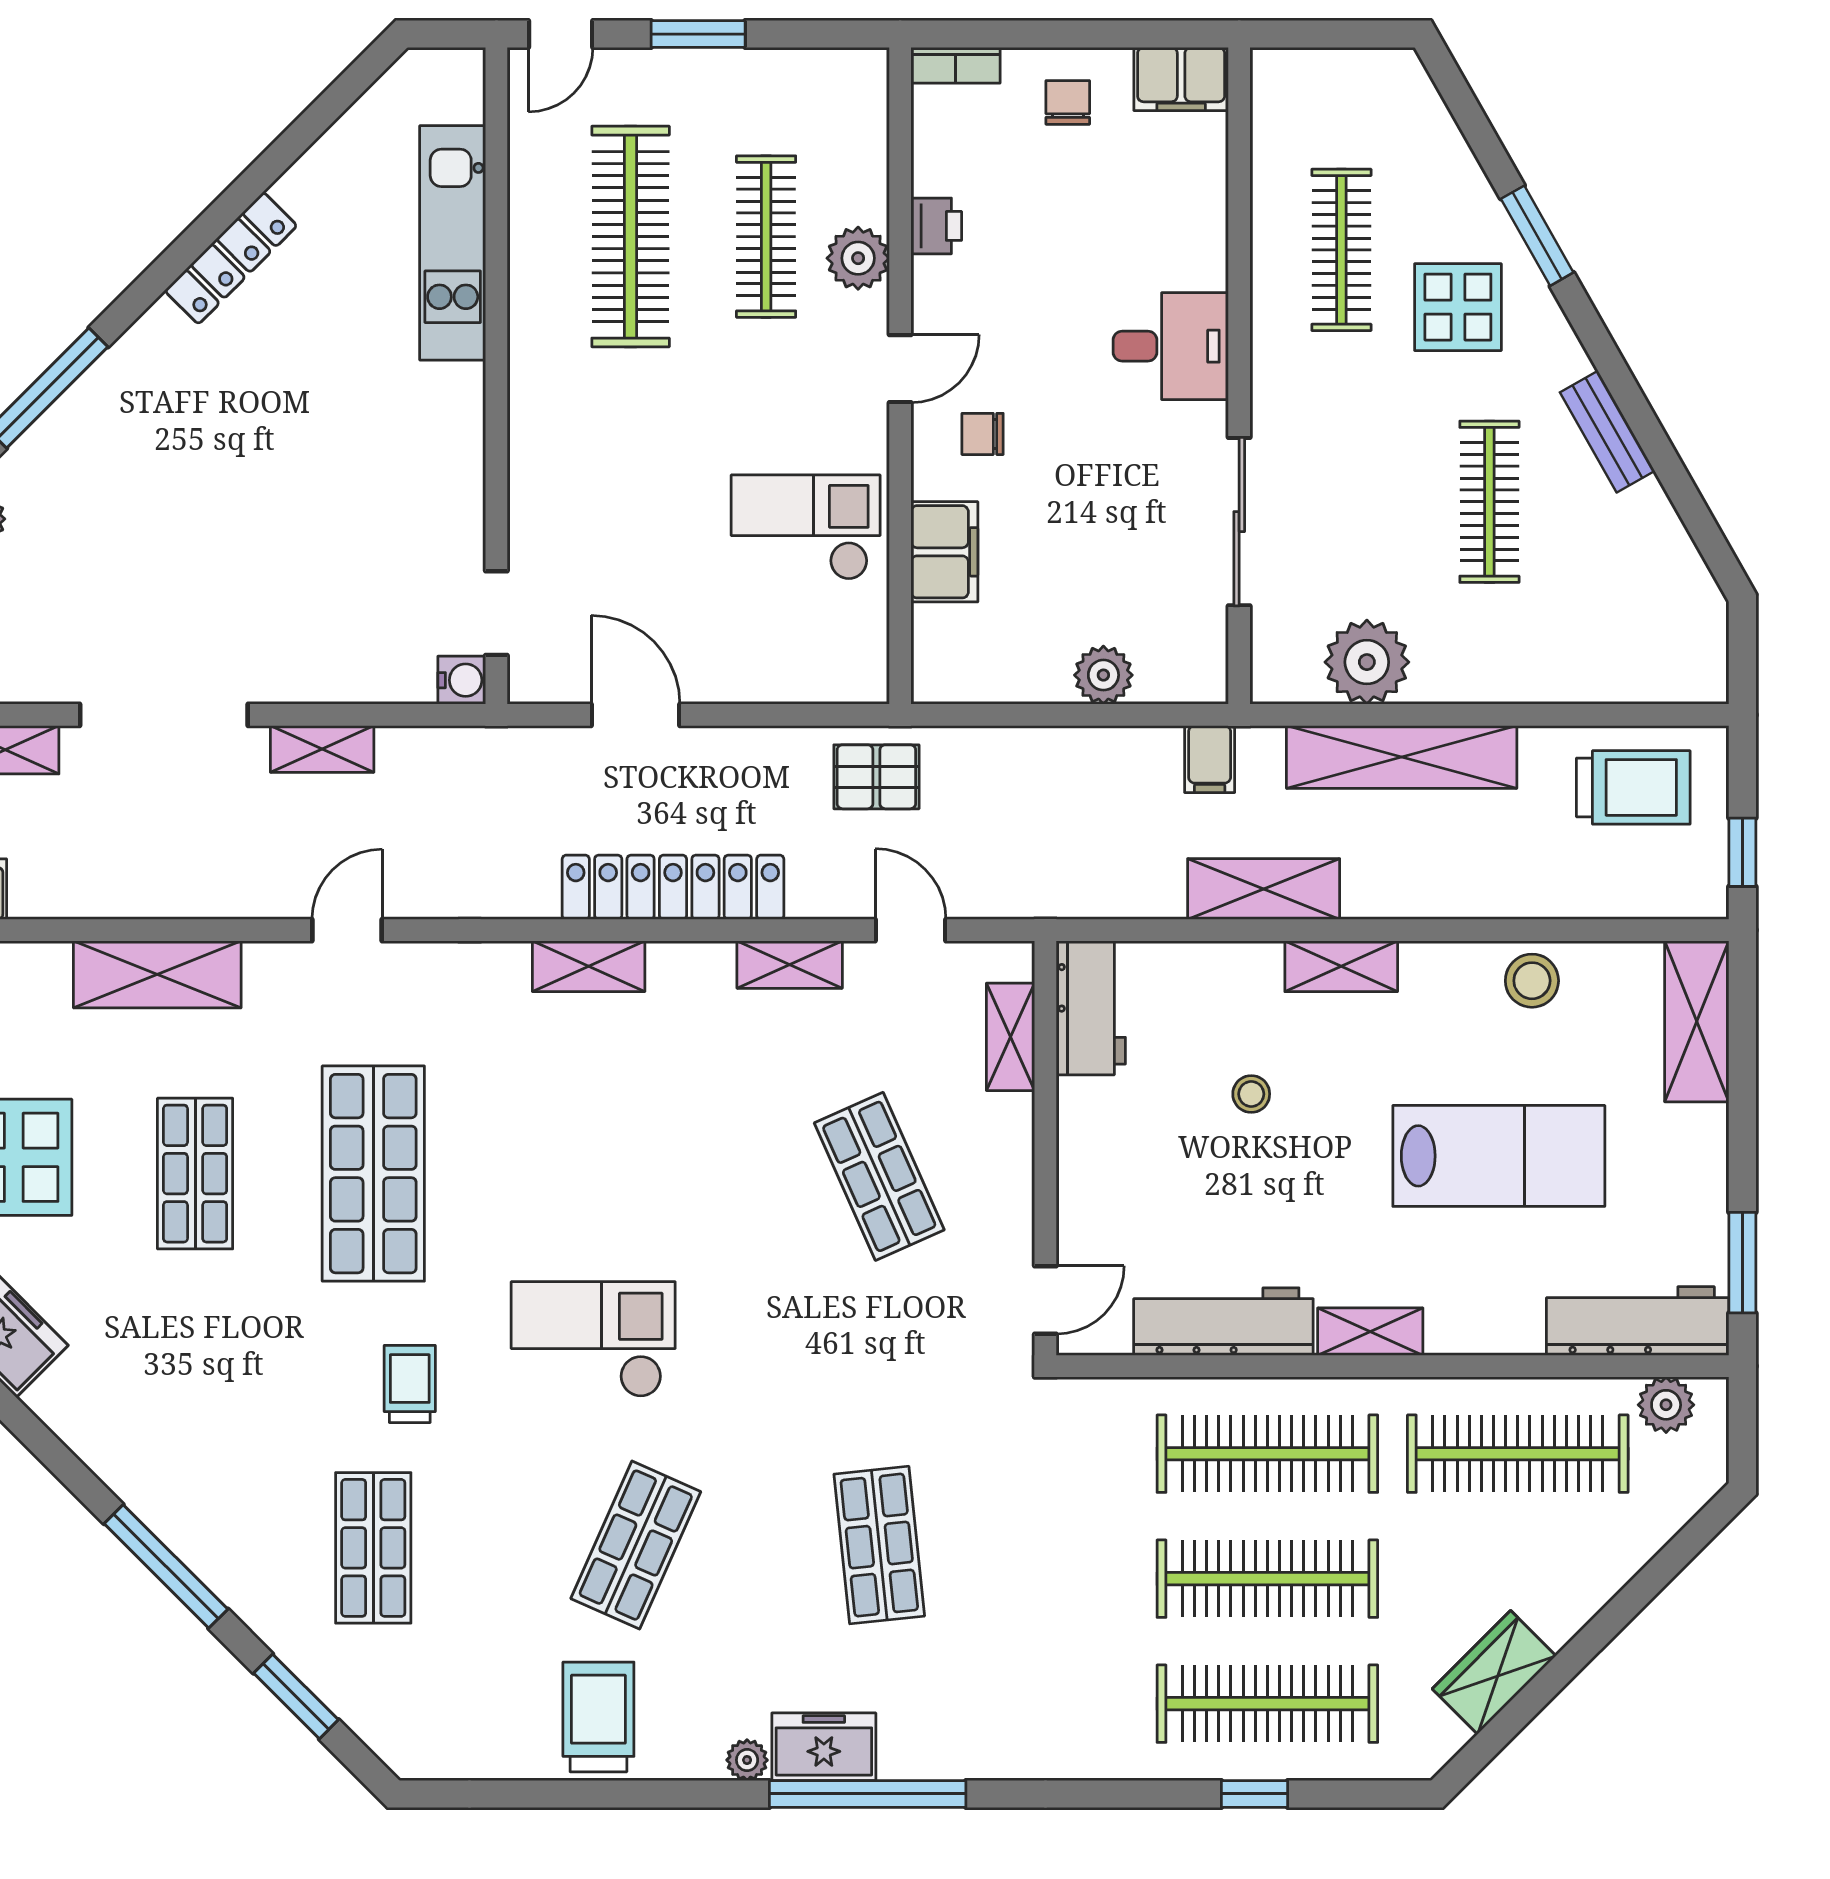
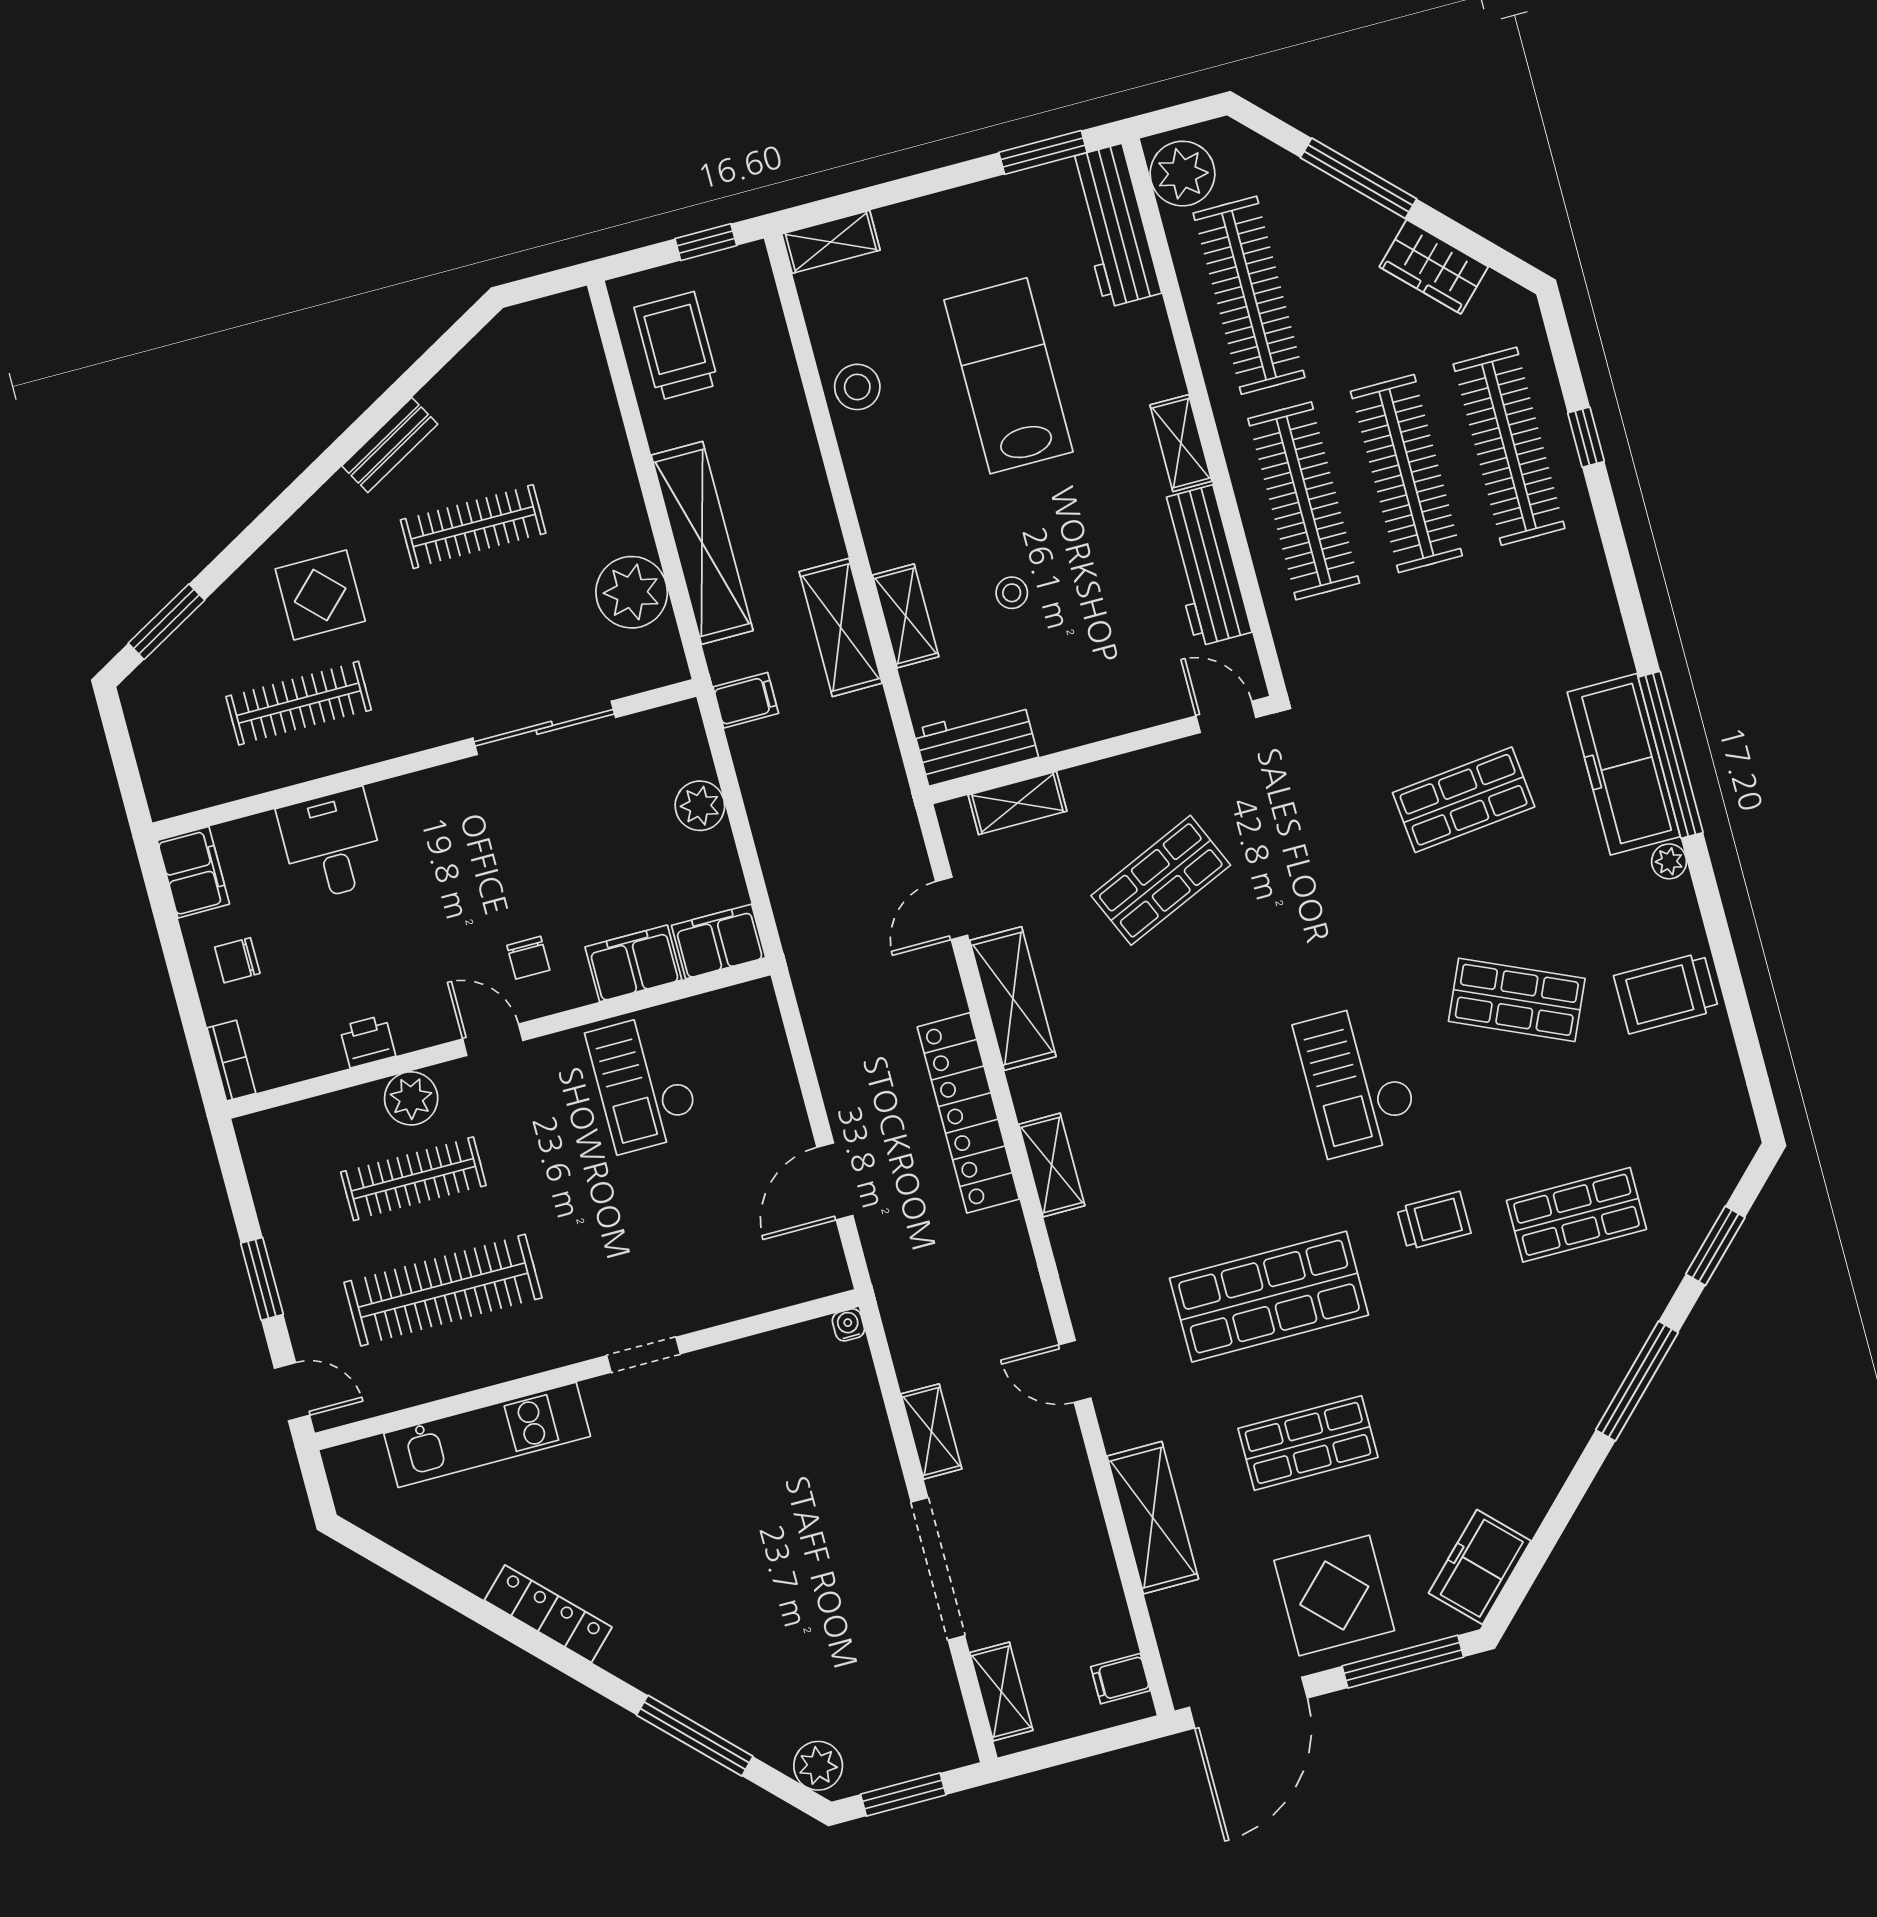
window: (1537, 236) -> (167, 622), moved
desk: (1171, 346) -> (331, 845), moved
doorway: (496, 613) -> (643, 1355), moved
filing cabinet: (943, 655) -> (719, 941), added
water cooler: (462, 680) -> (848, 1325), width x0.72, depth x0.72
pallet: (876, 777) -> (833, 970), removed
shelving: (790, 965) -> (1013, 999), width x1.50, depth x1.33
shelving: (1341, 966) -> (906, 616), moved
shelving: (1697, 1021) -> (831, 242), width x0.67, depth x0.75
trolley: (410, 1384) -> (1434, 1221), turned 180
plant: (1666, 1405) -> (1182, 174), width x1.36, depth x1.36
window: (1618, 1614) -> (1359, 178), added
freezer: (824, 1747) -> (1624, 764), width x1.91, depth x1.26

